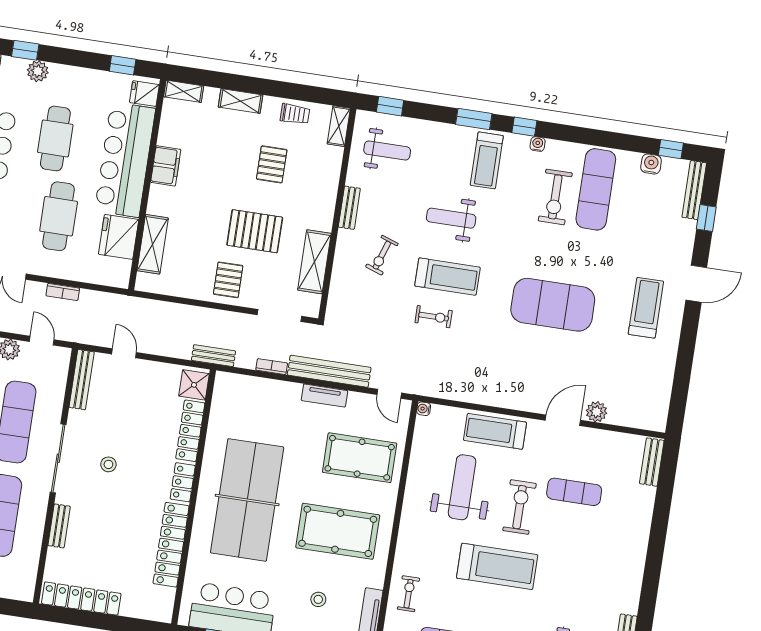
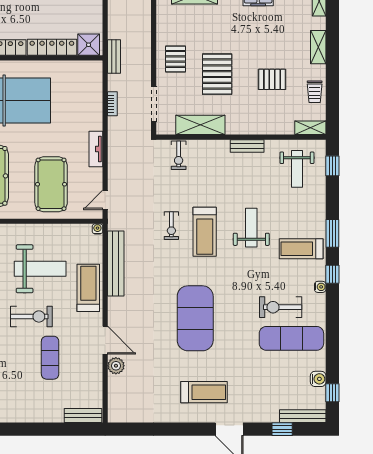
exercise bike: (382, 255) -> (179, 155), moved, turned -109
pallet: (228, 280) -> (176, 59), turned 90
bench: (329, 371) -> (116, 264), moved

